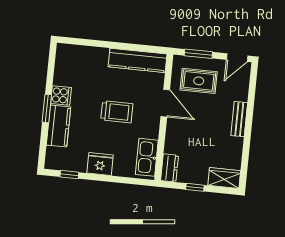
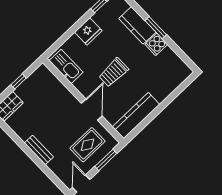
door: (165, 103) -> (92, 110), swing flipped
dresser: (169, 168) -> (46, 76), removed

